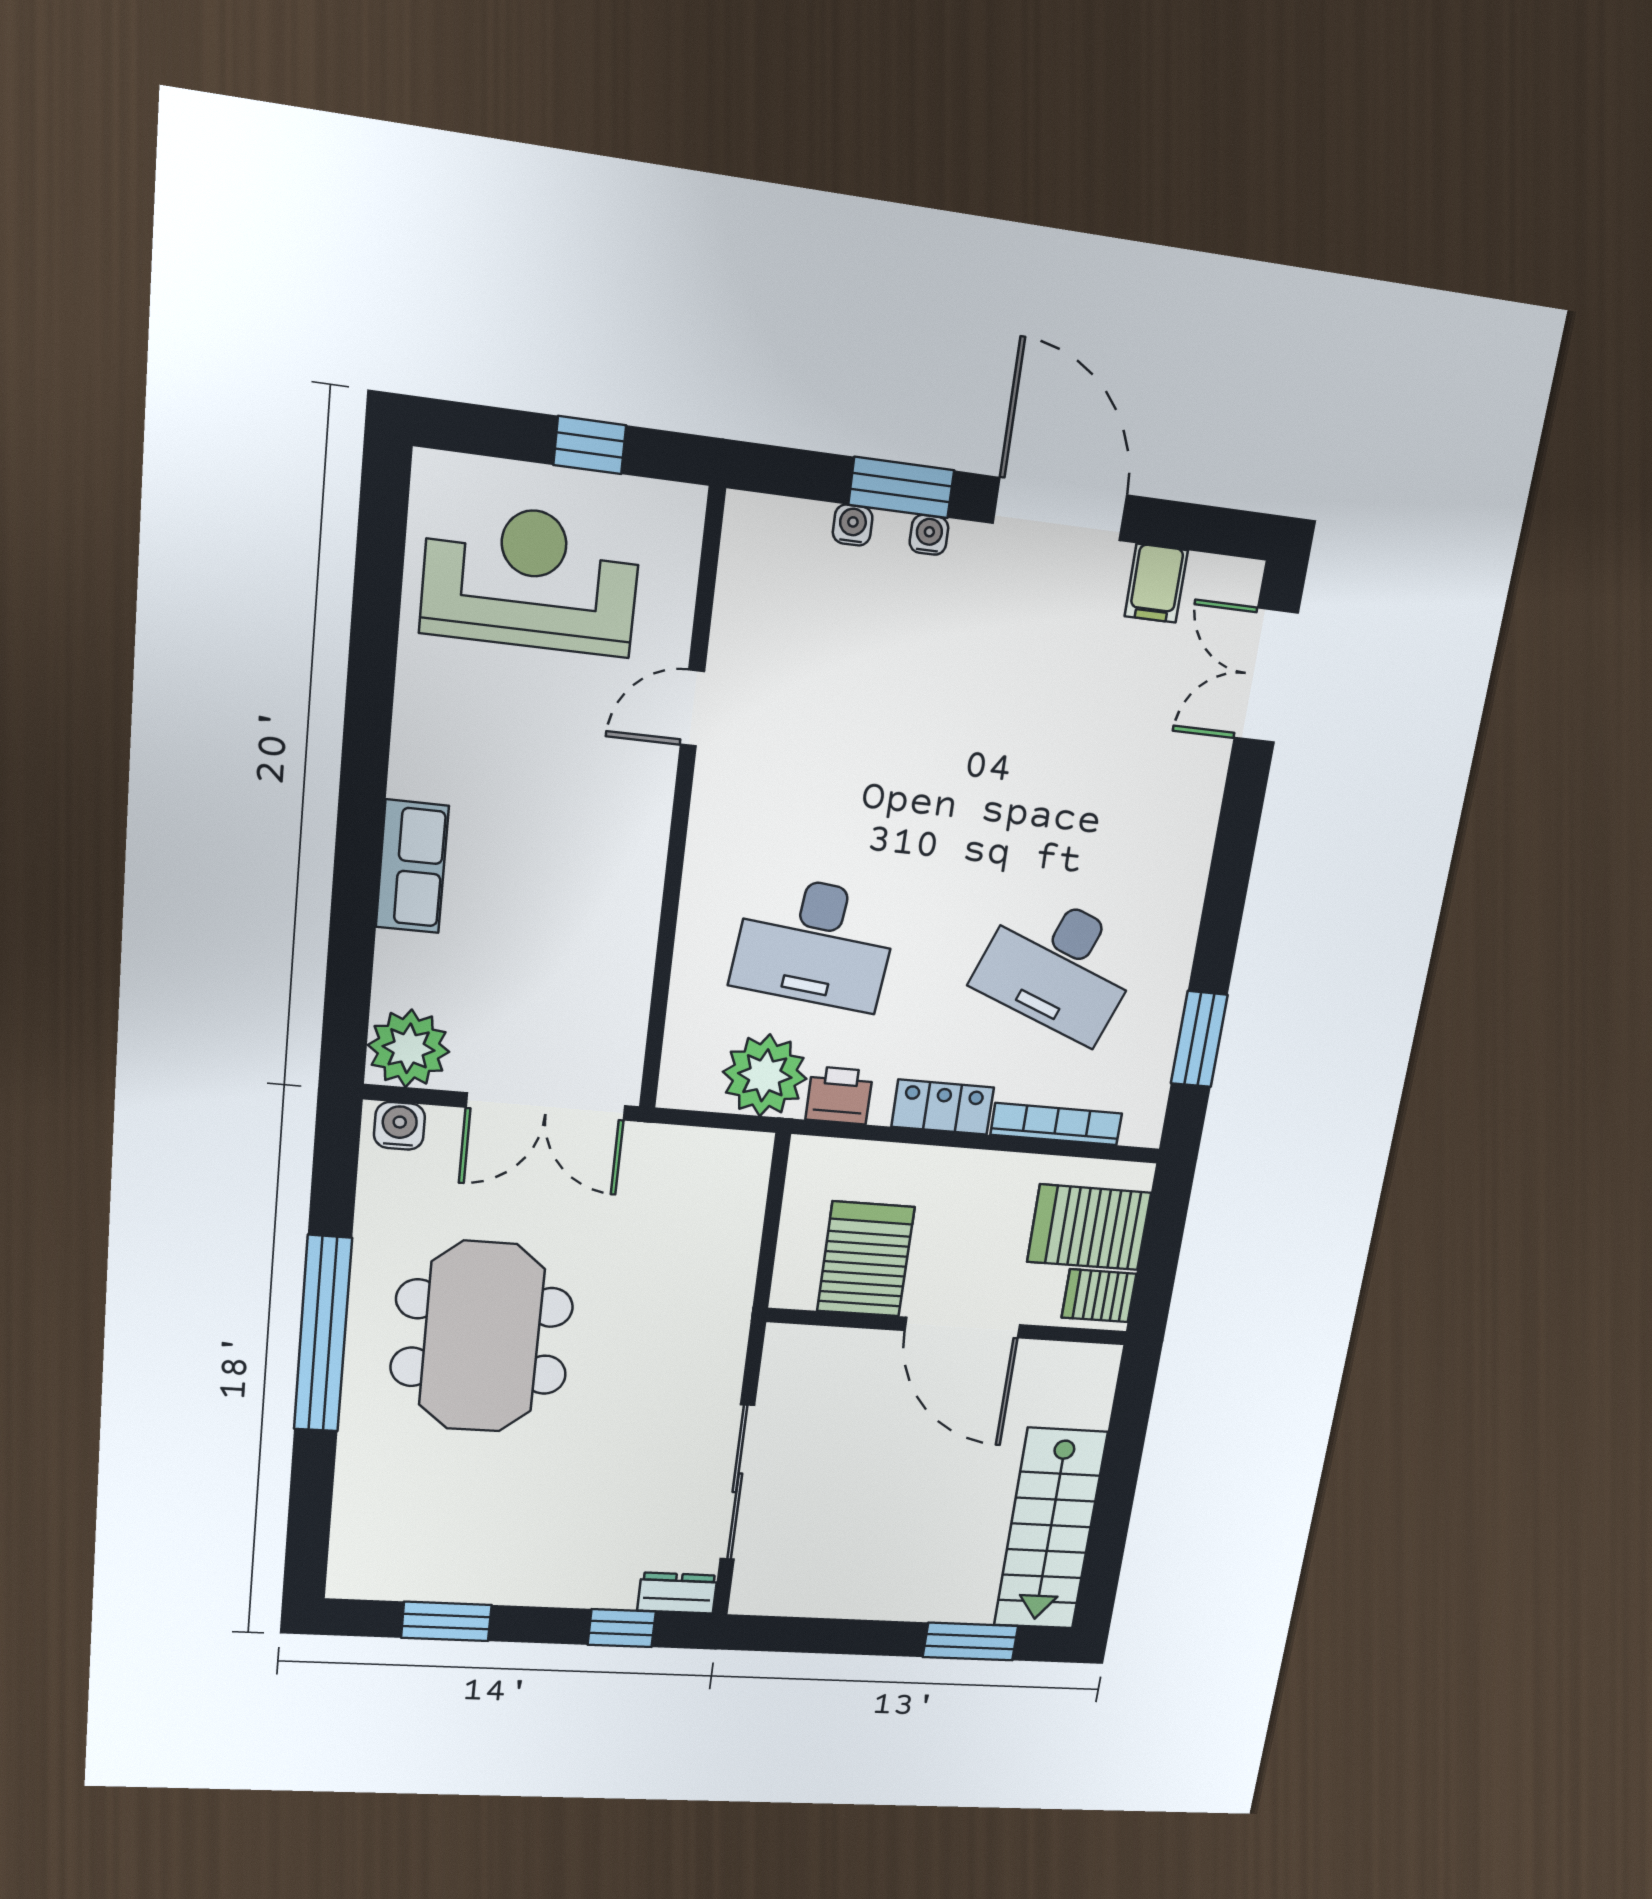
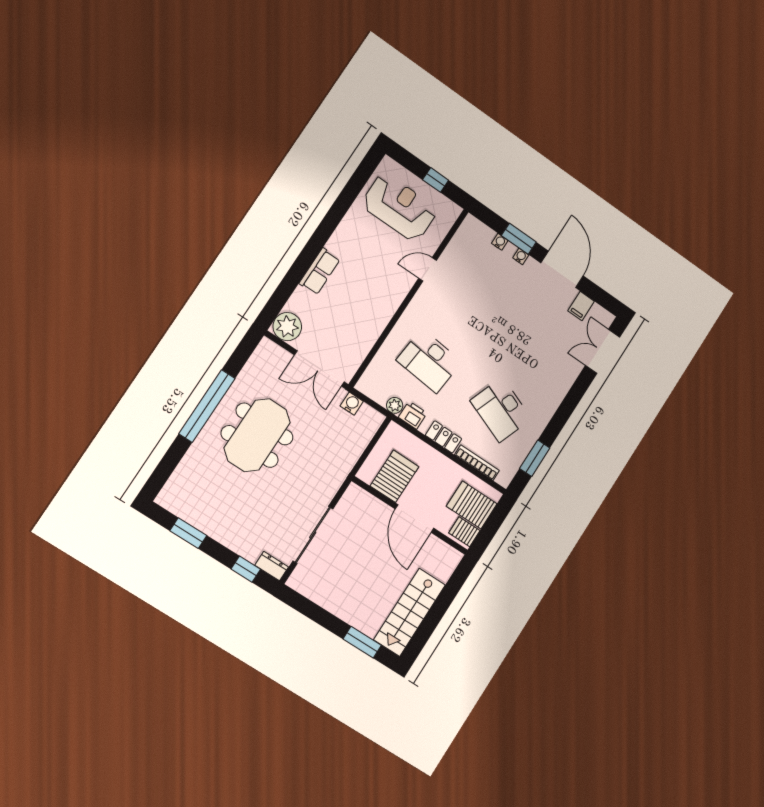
plant: (765, 1075) -> (395, 405), width x0.53, depth x0.53
water cooler: (399, 1126) -> (352, 404), moved

